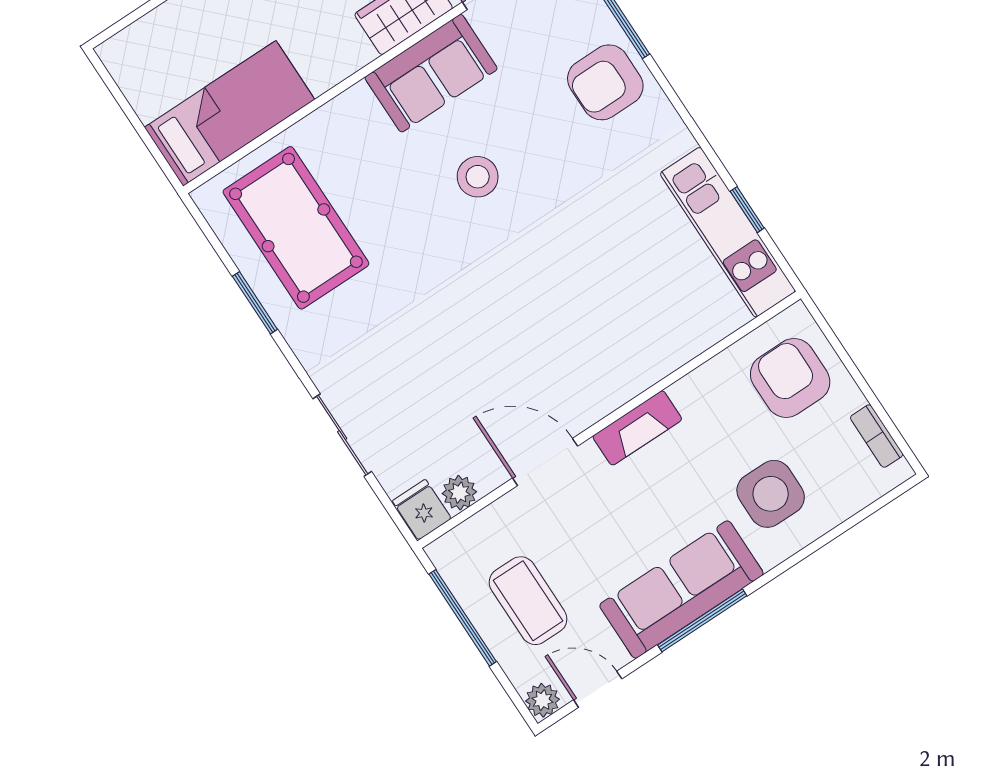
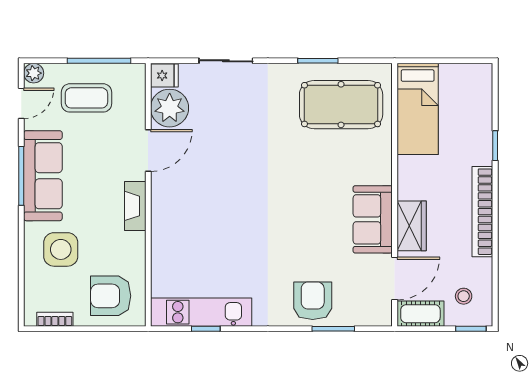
stool: (478, 177) -> (308, 209), removed
armchair: (790, 378) -> (111, 296), turned 180
plant: (459, 493) -> (170, 108), width x1.87, depth x1.87

